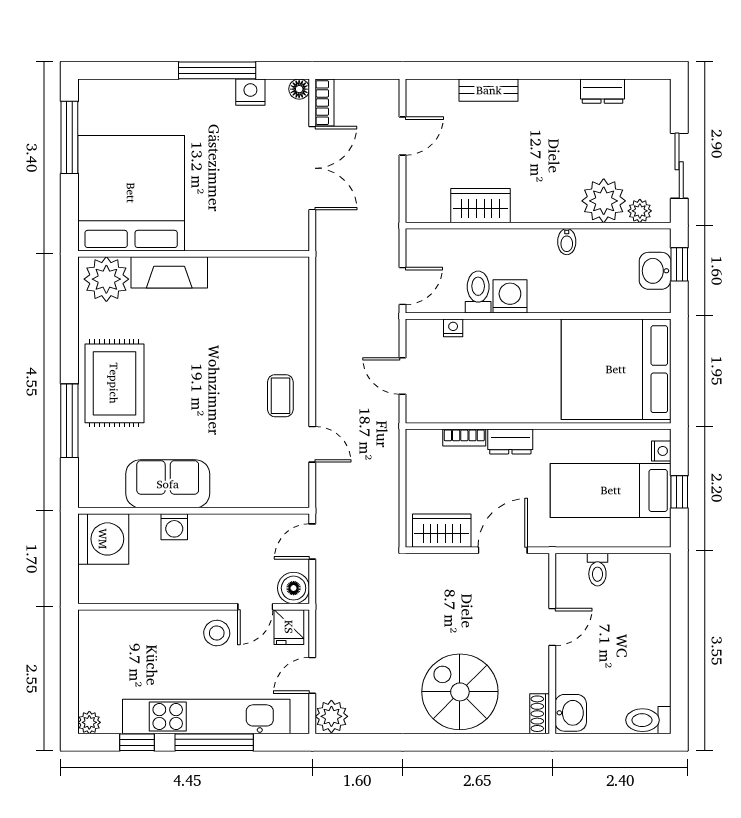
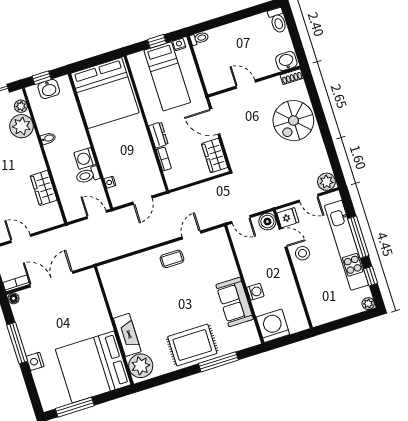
nightstand: (250, 92) -> (35, 361), moved
nightstand: (661, 451) -> (179, 44), moved
toilet: (597, 570) -> (199, 38), moved

